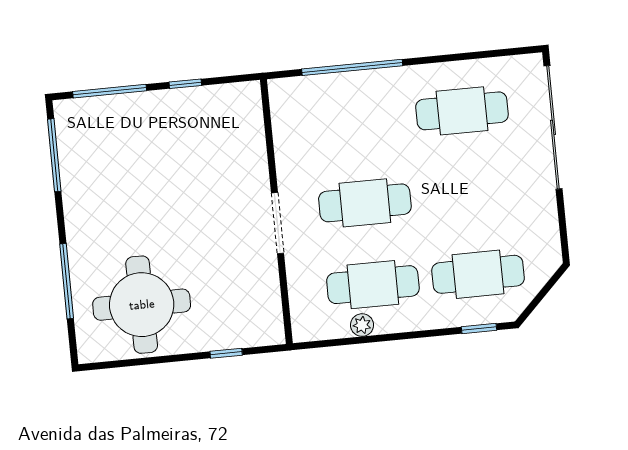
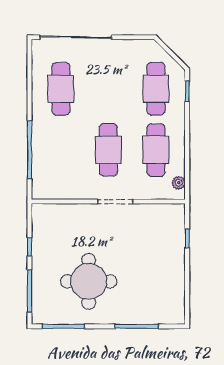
round table: (142, 305) -> (89, 281), moved
plant: (362, 325) -> (179, 183), moved

